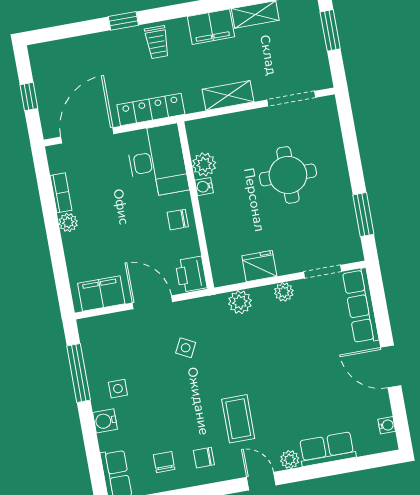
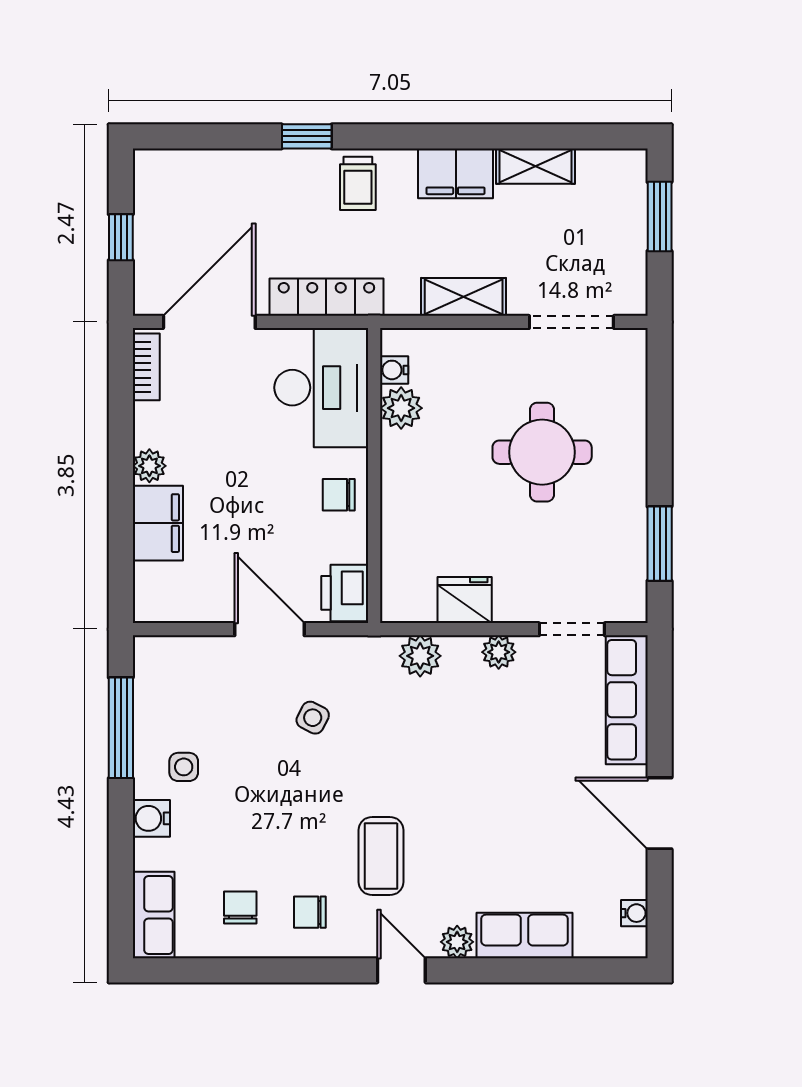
water cooler: (204, 187) -> (394, 370), moved
bookcase: (61, 193) -> (146, 367), moved
filing cabinet: (101, 294) -> (158, 523), moved, turned 90

